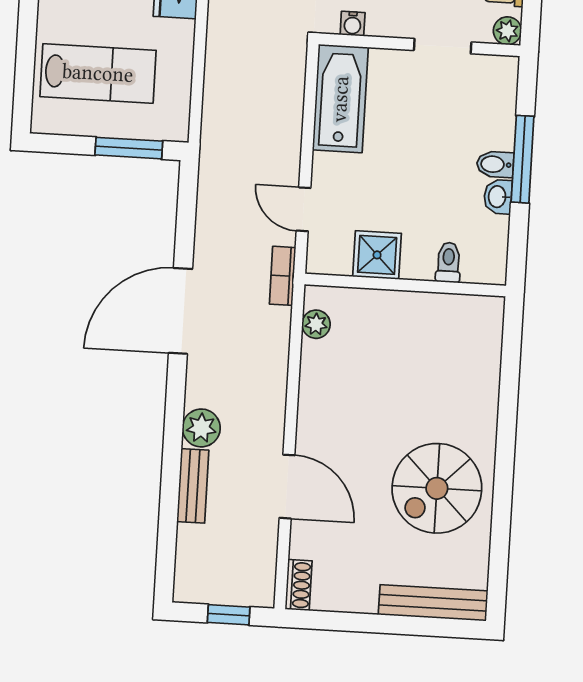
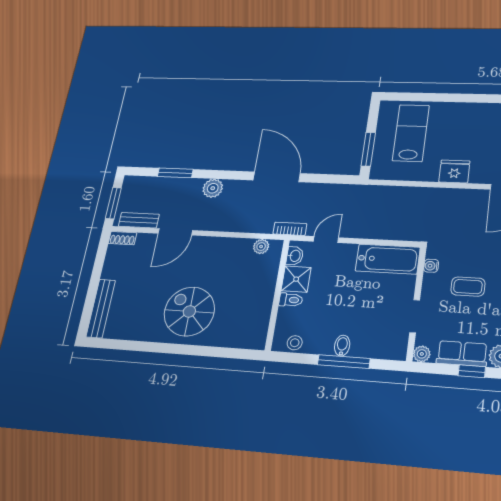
lab bench: (98, 73) -> (411, 133), turned 180
washbasin: (498, 197) -> (295, 256), moved, turned 90
stool: (491, 246) -> (295, 343), added
toilet: (448, 262) -> (291, 300), moved
bench: (193, 486) -> (139, 220), moved
spiral stairs: (437, 488) -> (189, 311), moved
window: (169, 504) -> (175, 173), added
window: (229, 615) -> (113, 203), width x1.50

